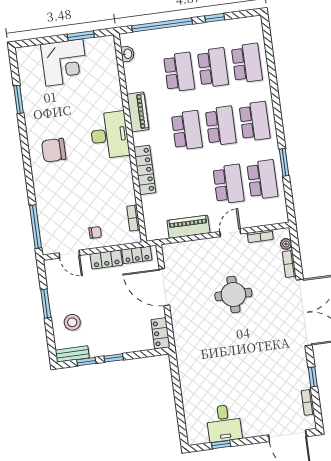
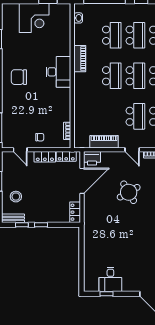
locker: (145, 170) -> (79, 99), removed
door: (230, 233) -> (132, 150), swing flipped
printer: (174, 253) -> (92, 158), added
door: (164, 287) -> (82, 181), swing flipped
round table: (233, 294) -> (129, 192), turned -30

